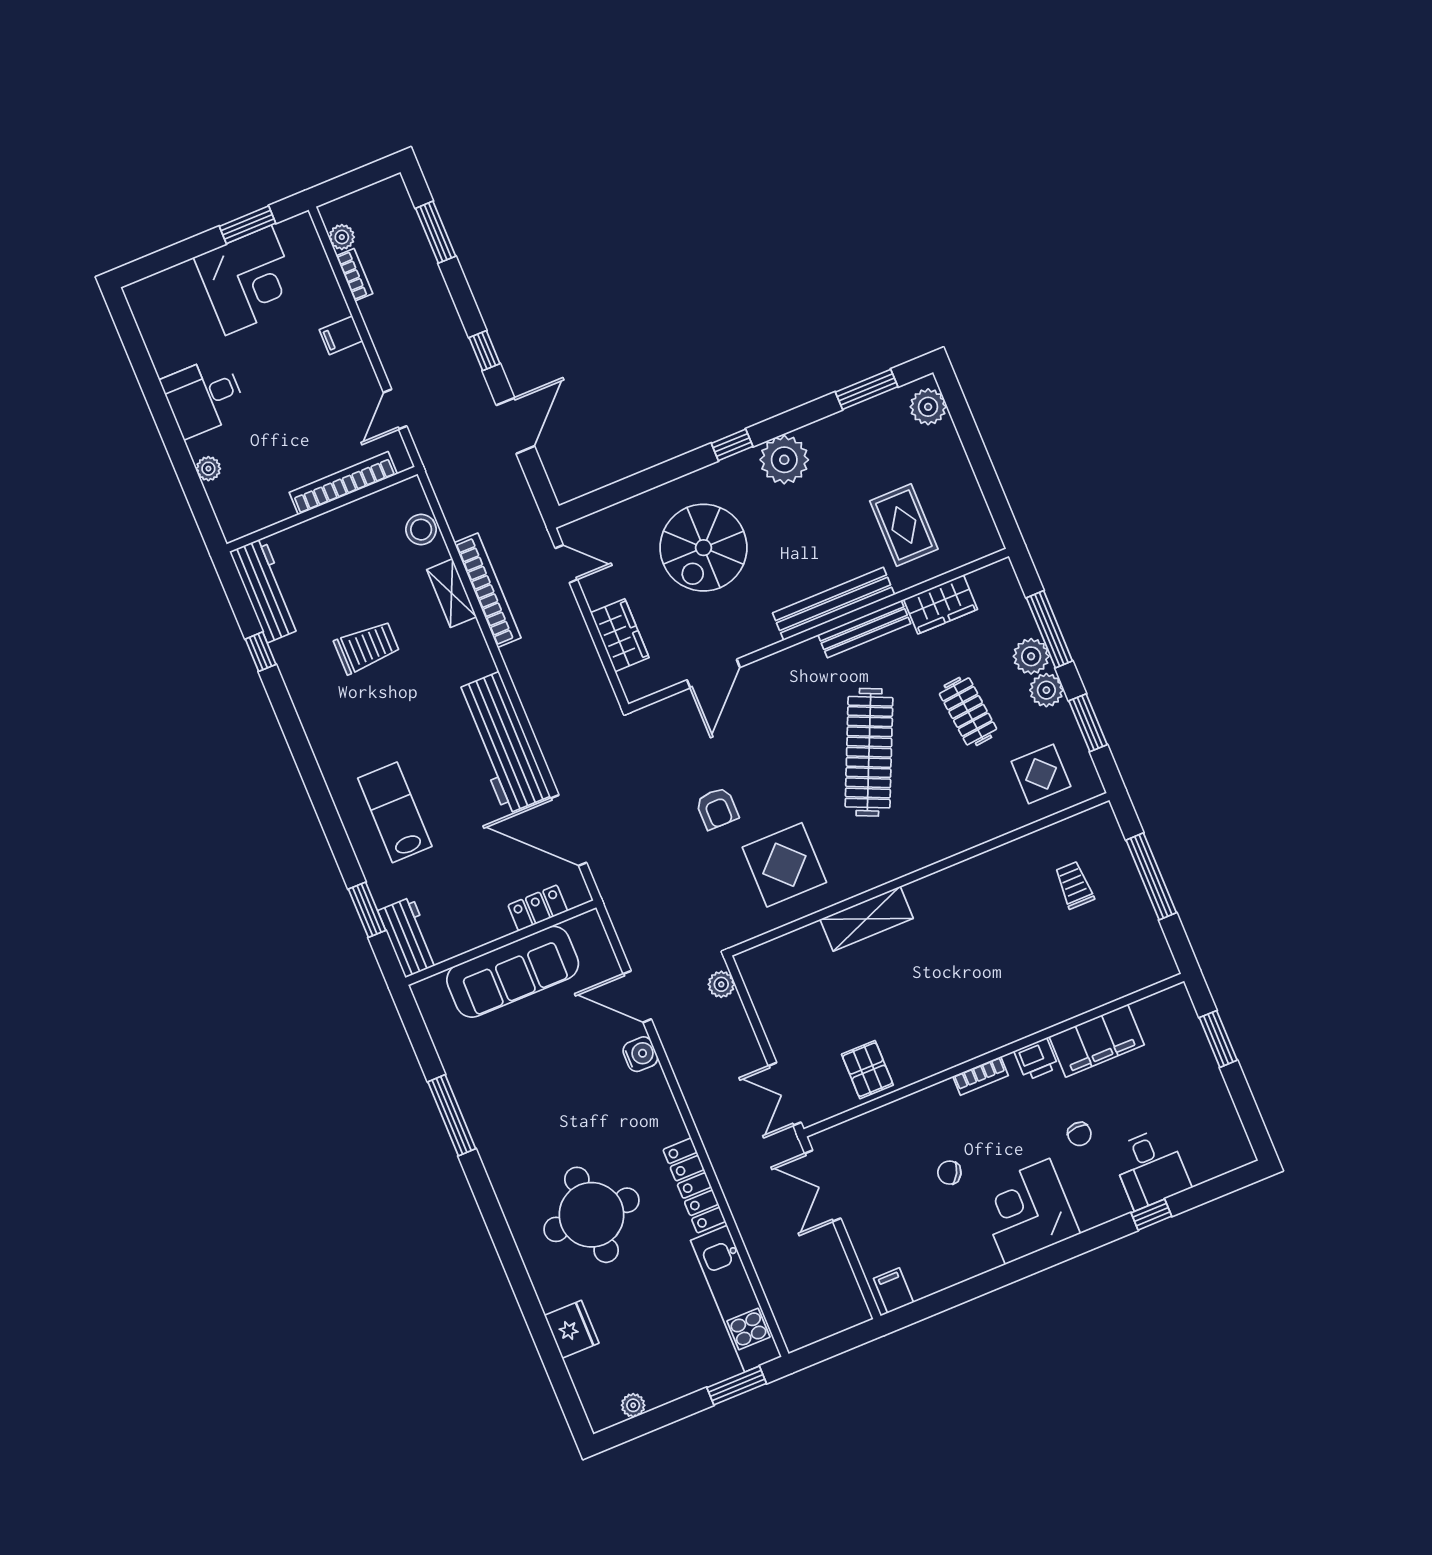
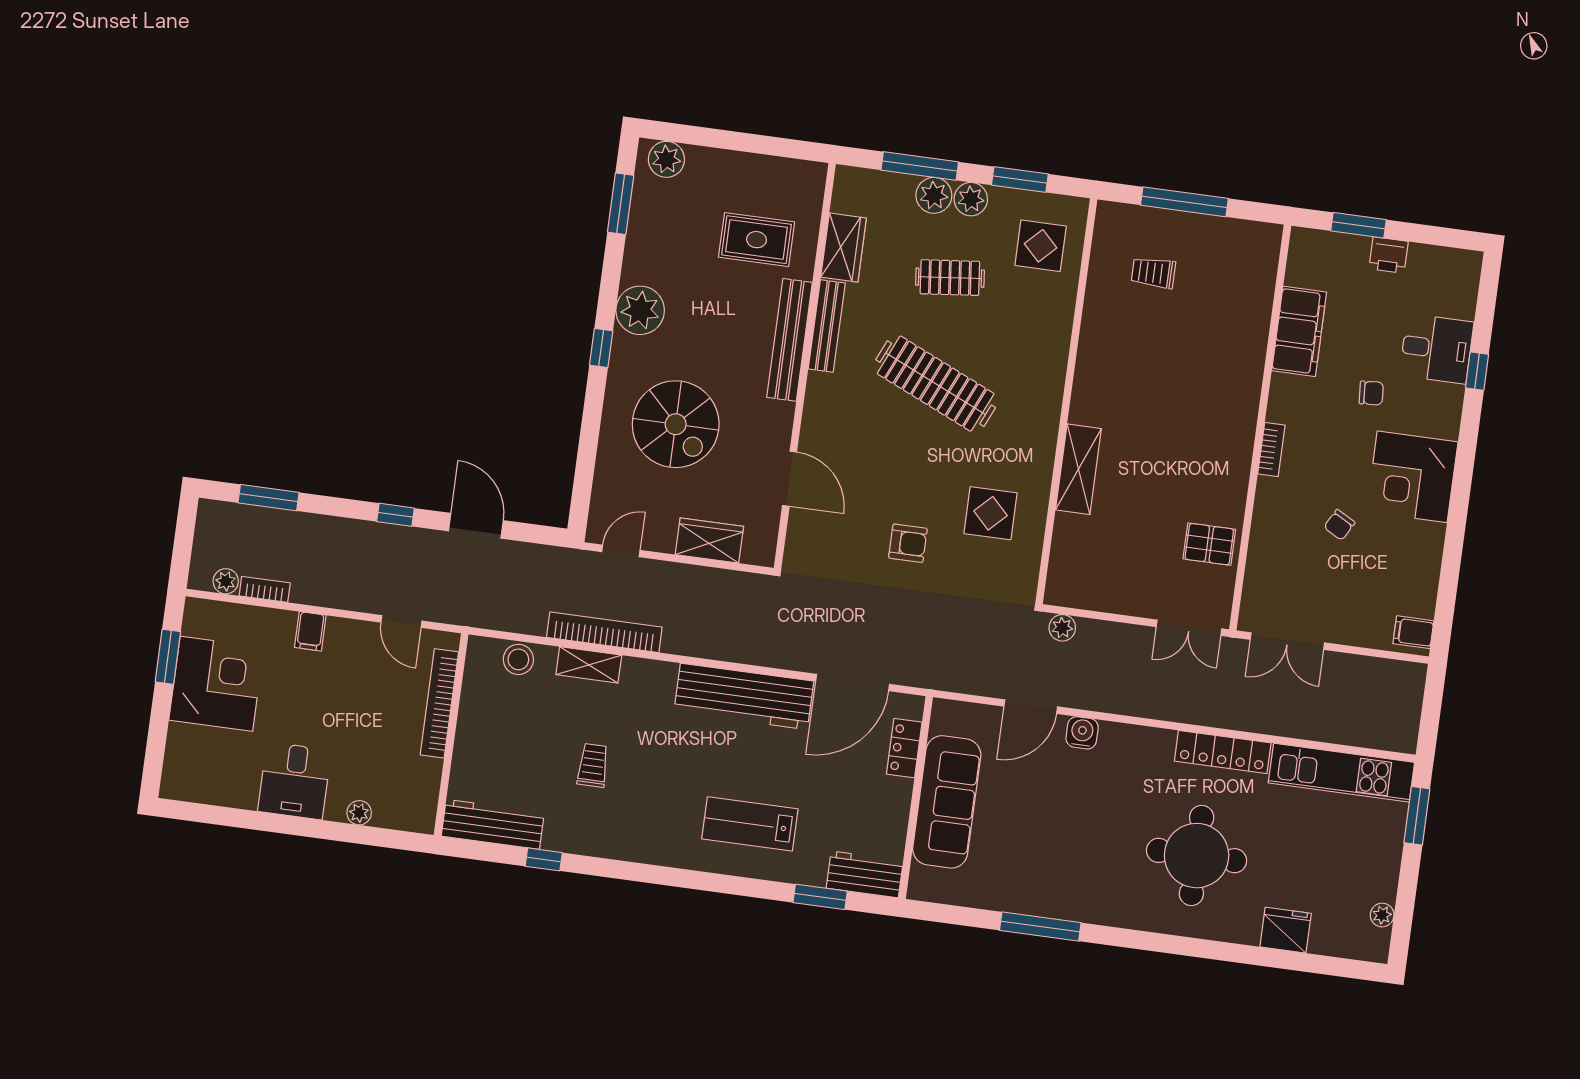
trolley: (367, 647) -> (593, 765), width x0.73, depth x0.72
display table: (784, 865) -> (990, 513), width x0.73, depth x0.73
printer: (1036, 1059) -> (1389, 255), moved, turned 90

